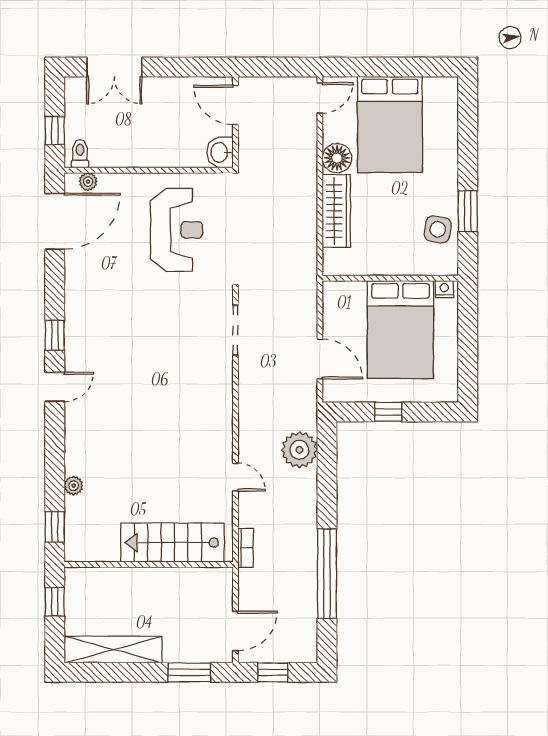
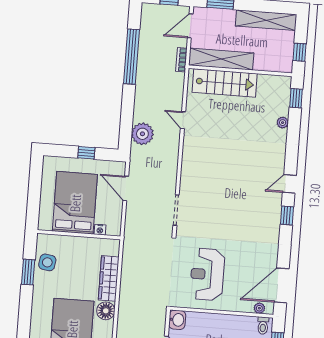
nightstand: (444, 289) -> (100, 230), moved
bookcase: (246, 548) -> (181, 60), moved
shelving: (181, 581) -> (221, 59), added

